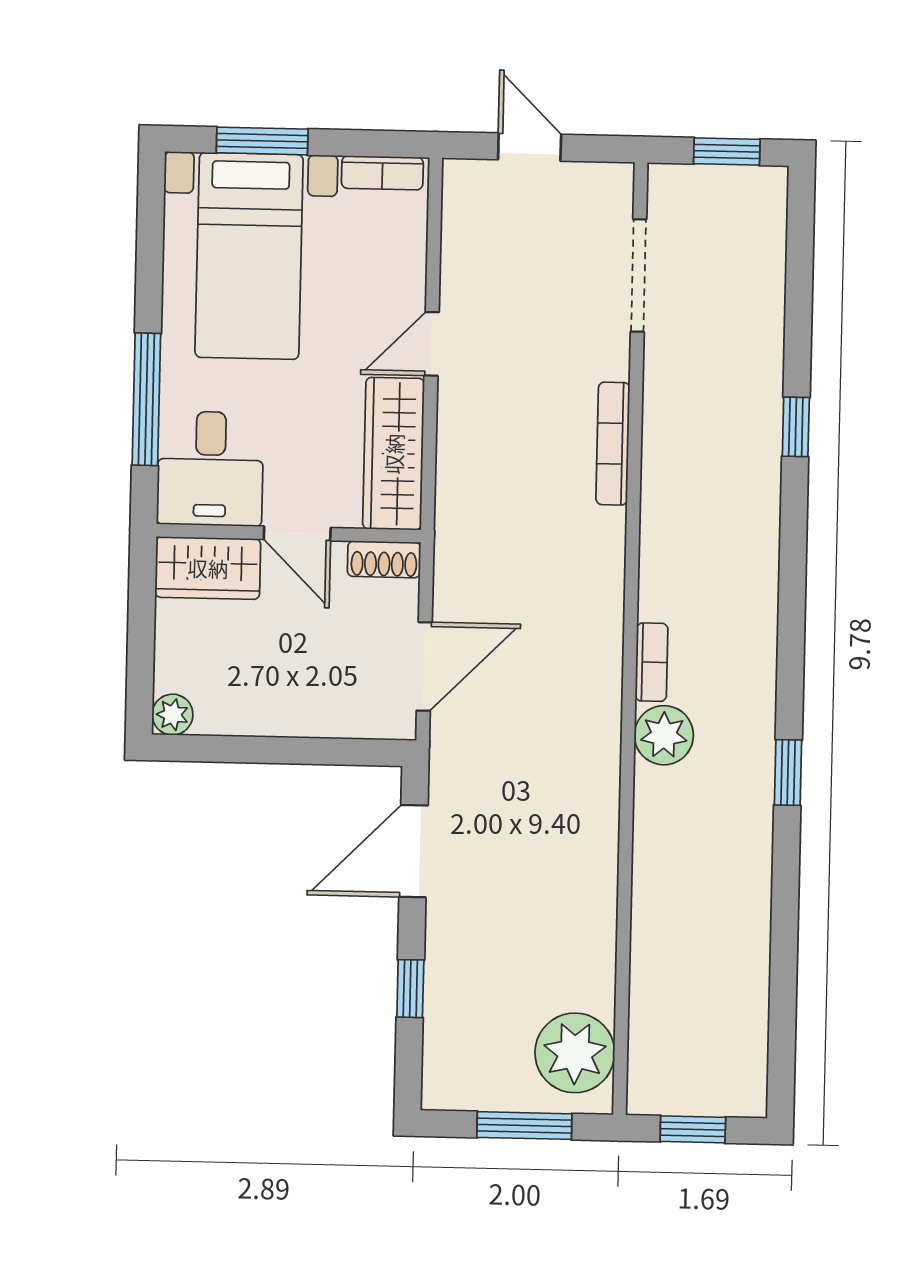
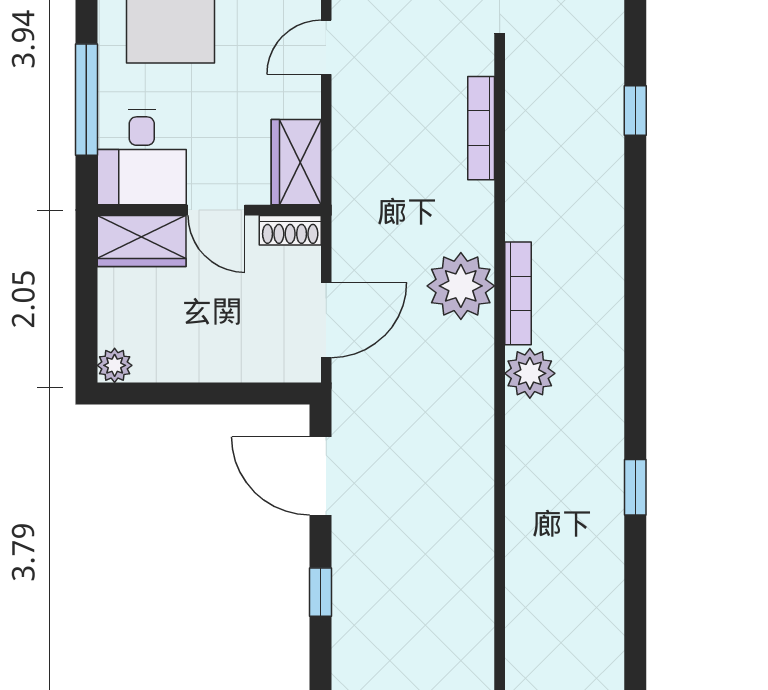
wardrobe: (394, 454) -> (296, 162), width x0.67
bookcase: (652, 662) -> (518, 293), width x1.56
window: (788, 772) -> (635, 487), moved
door: (413, 851) -> (321, 476), hinge flipped
plant: (575, 1053) -> (461, 286), moved

